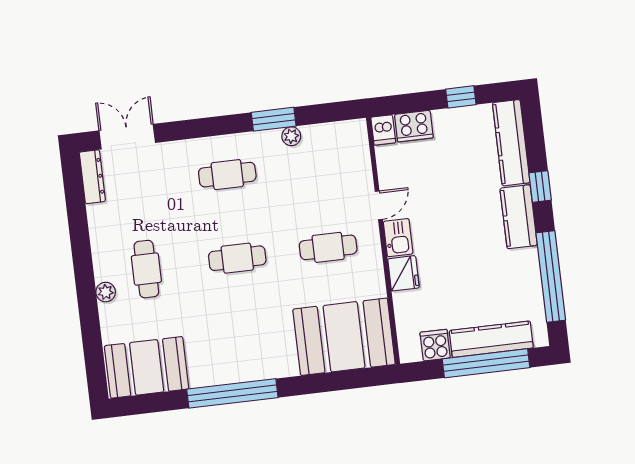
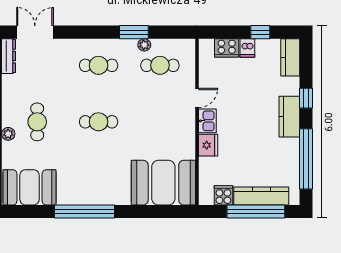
dishwasher: (383, 130) -> (247, 48), moved
kitchen counter: (511, 143) -> (290, 57), width x0.67
cafe table: (328, 247) -> (160, 65), moved

